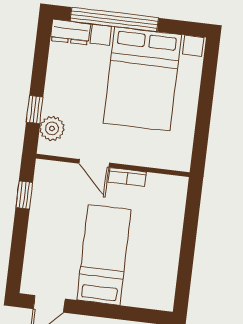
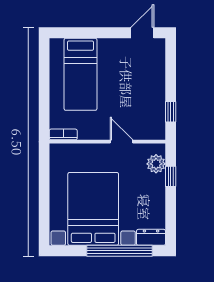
bookcase: (127, 177) -> (63, 134), moved
bed: (104, 255) -> (80, 74), moved

